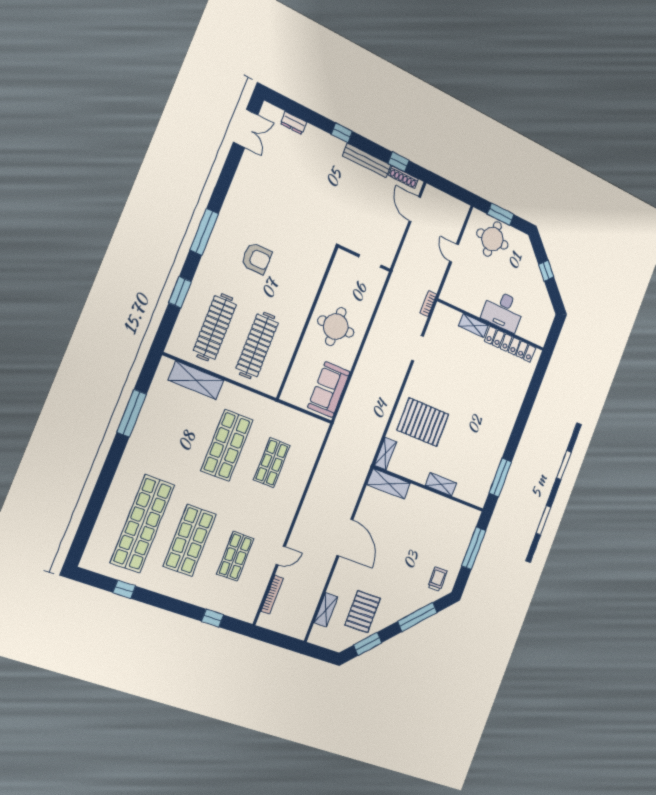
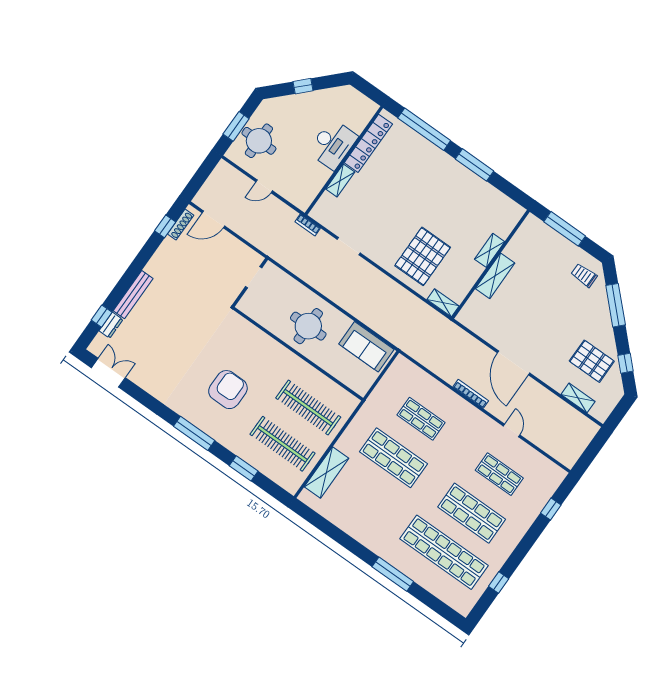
window: (342, 133) -> (102, 316), moved
bench: (367, 160) -> (133, 295), moved
armchair: (257, 258) -> (228, 390), width x1.36, depth x1.36
window: (532, 393) -> (424, 129), added
window: (132, 413) -> (393, 574), moved
window: (500, 477) -> (474, 165), moved
shelving: (389, 484) -> (495, 276), moved
door: (345, 538) -> (513, 363), swing flipped
bookcase: (272, 595) -> (471, 394), moved
window: (368, 644) -> (625, 363), width x0.67

